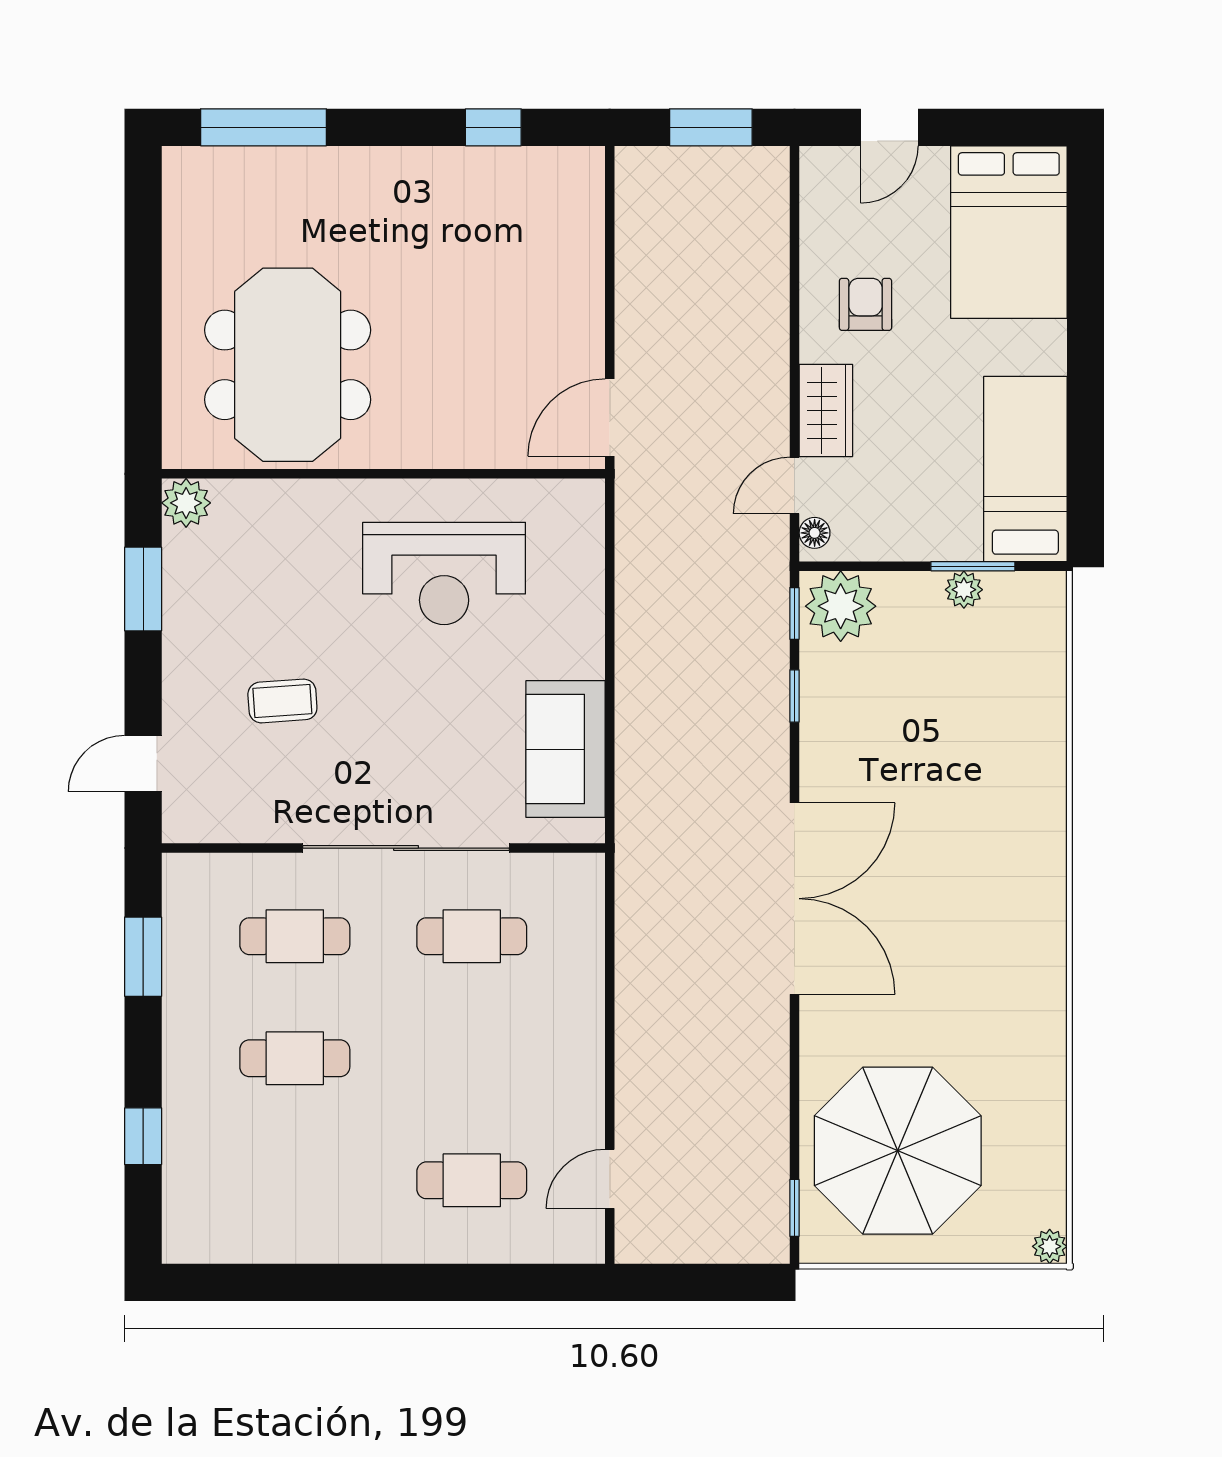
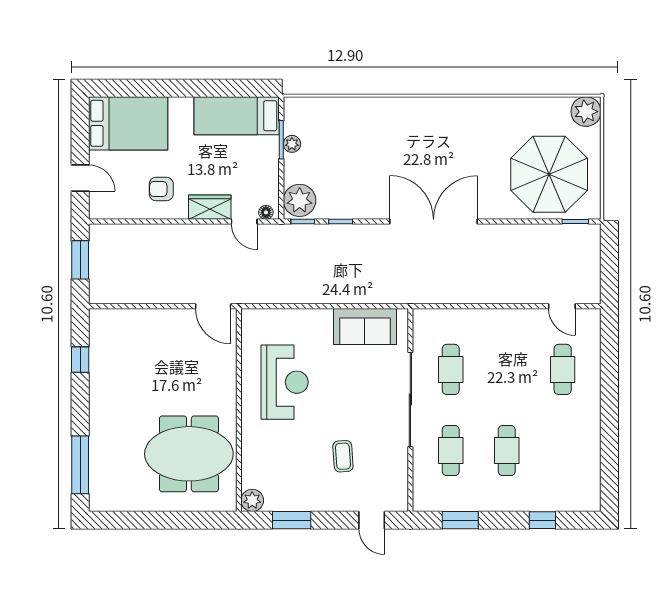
plant: (1050, 1246) -> (586, 112), width x1.87, depth x1.87

